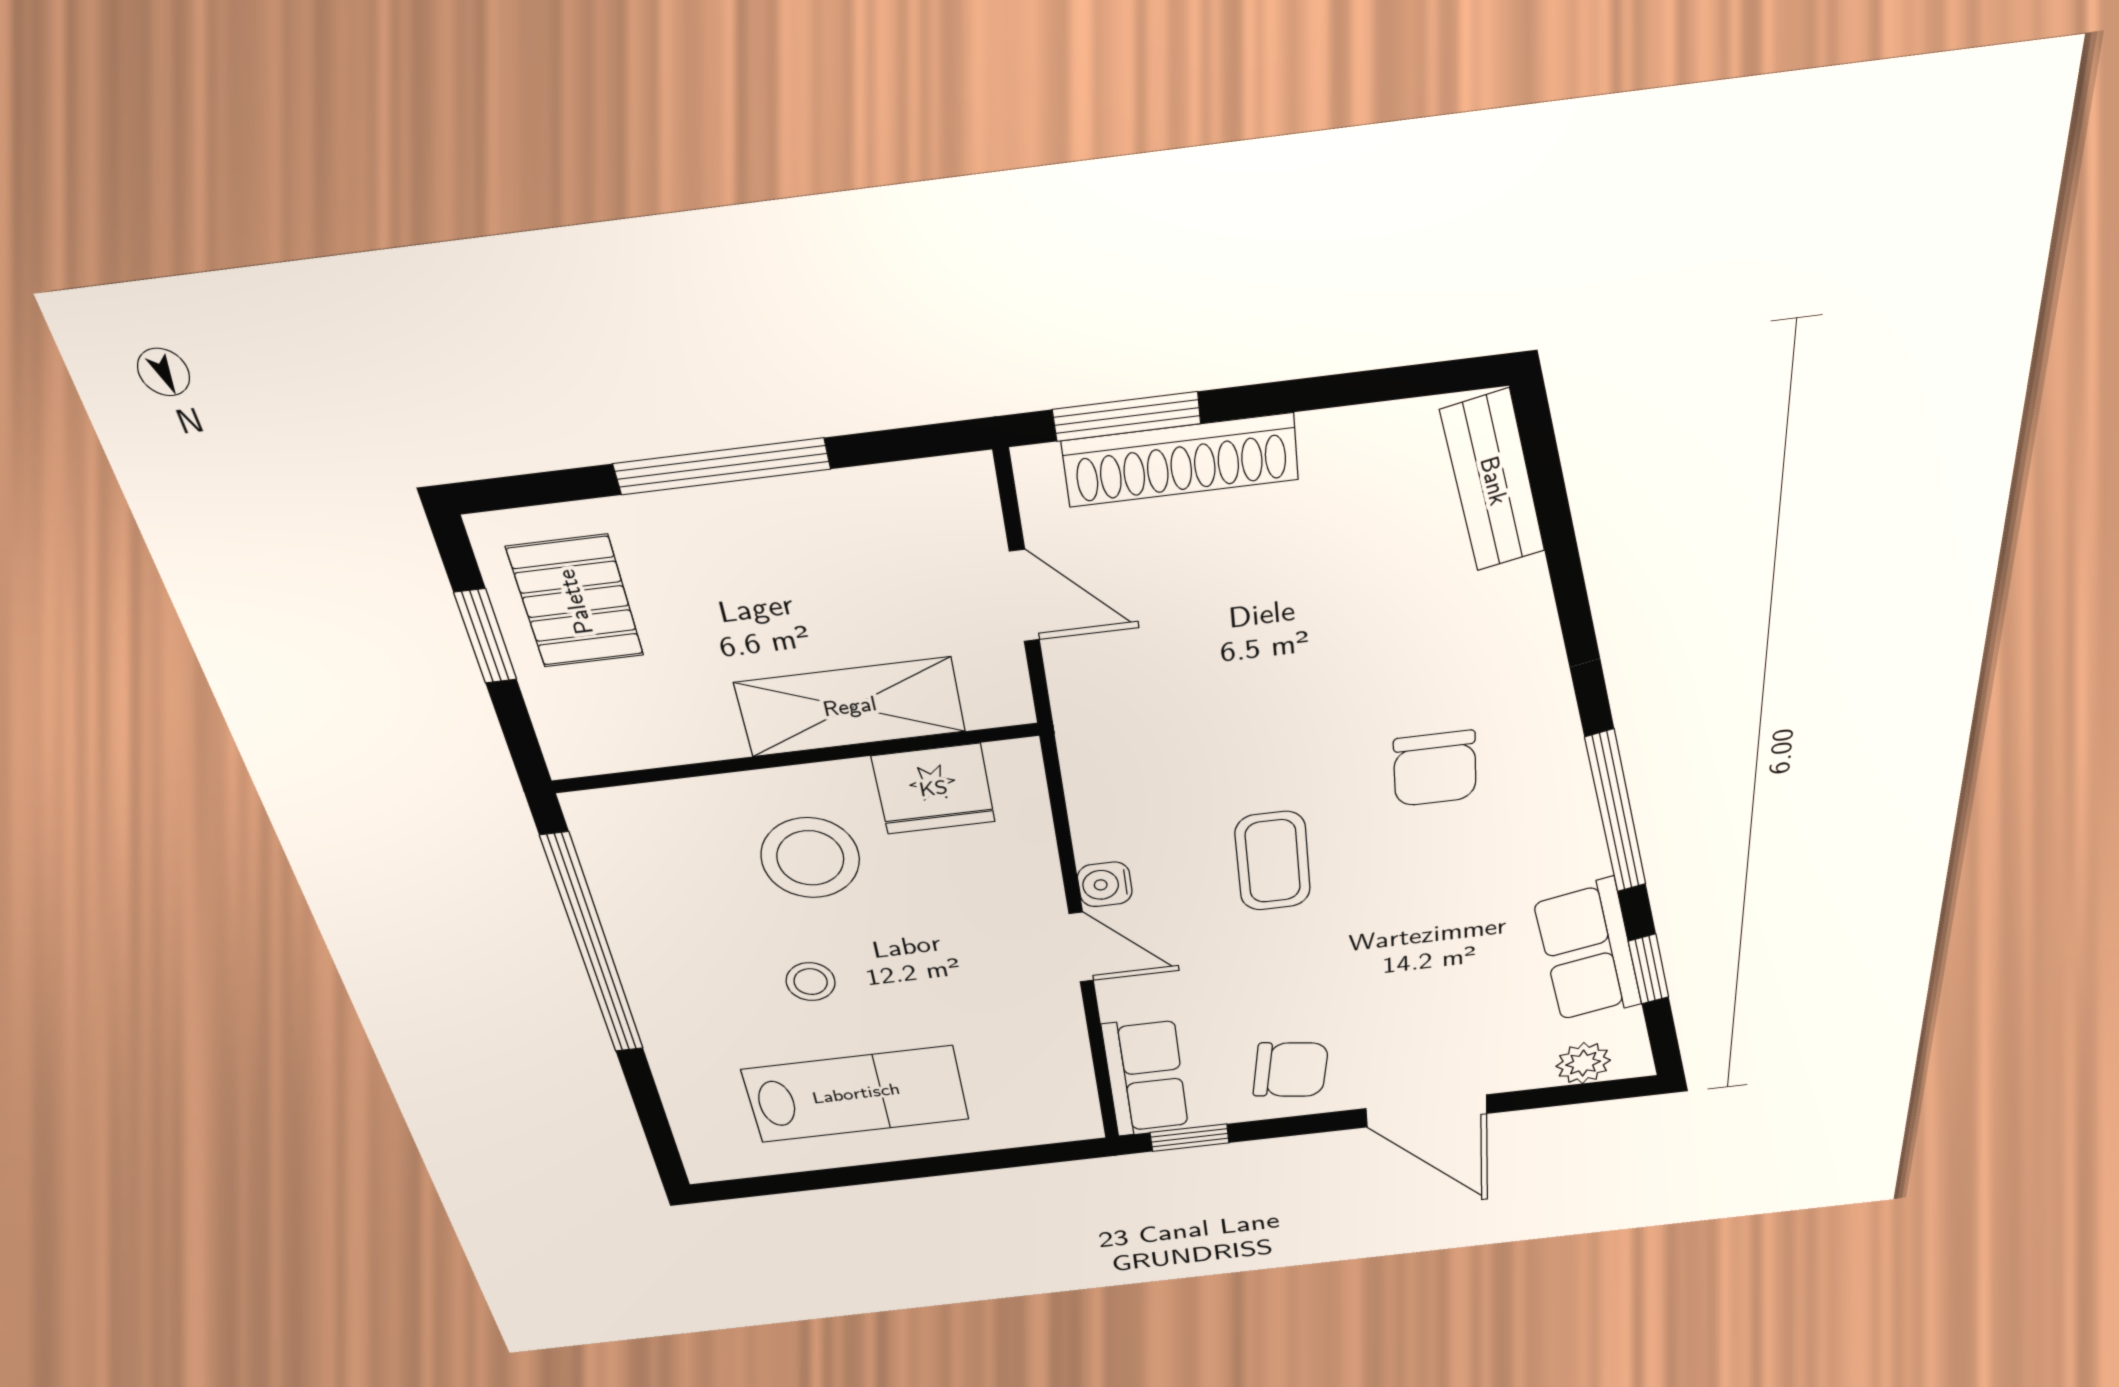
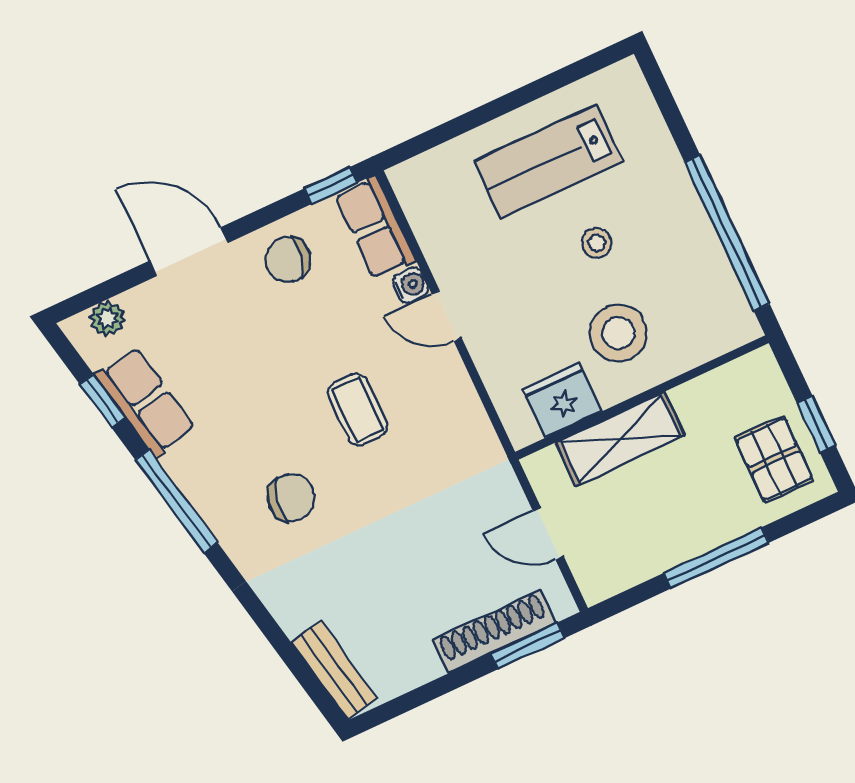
chair: (1435, 769) -> (291, 498), turned 101
water cooler: (1105, 884) -> (411, 285), moved

